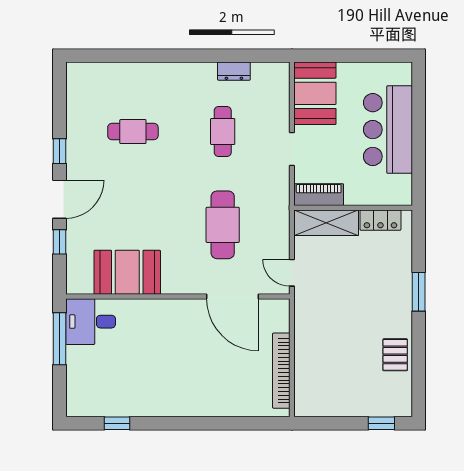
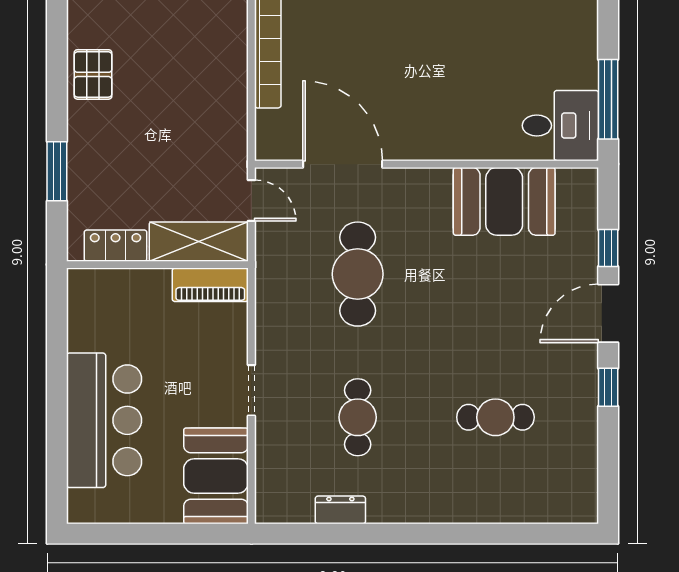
piano: (319, 195) -> (210, 285), moved
wall: (353, 208) -> (157, 265), moved
locker: (380, 220) -> (116, 246), moved
shelving: (326, 223) -> (199, 242), moved

